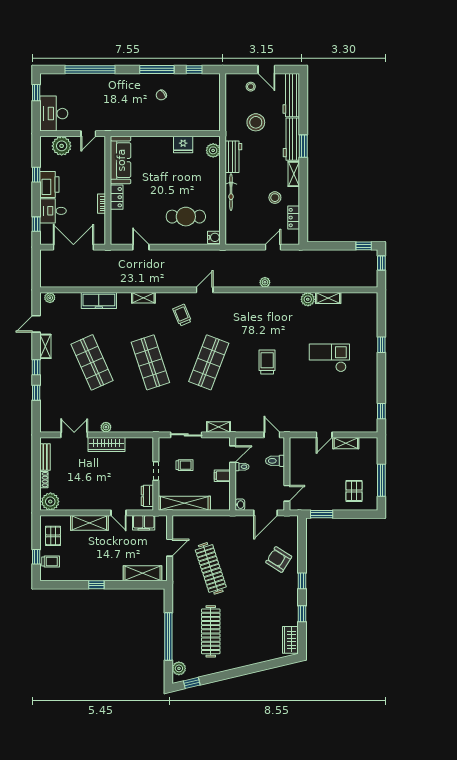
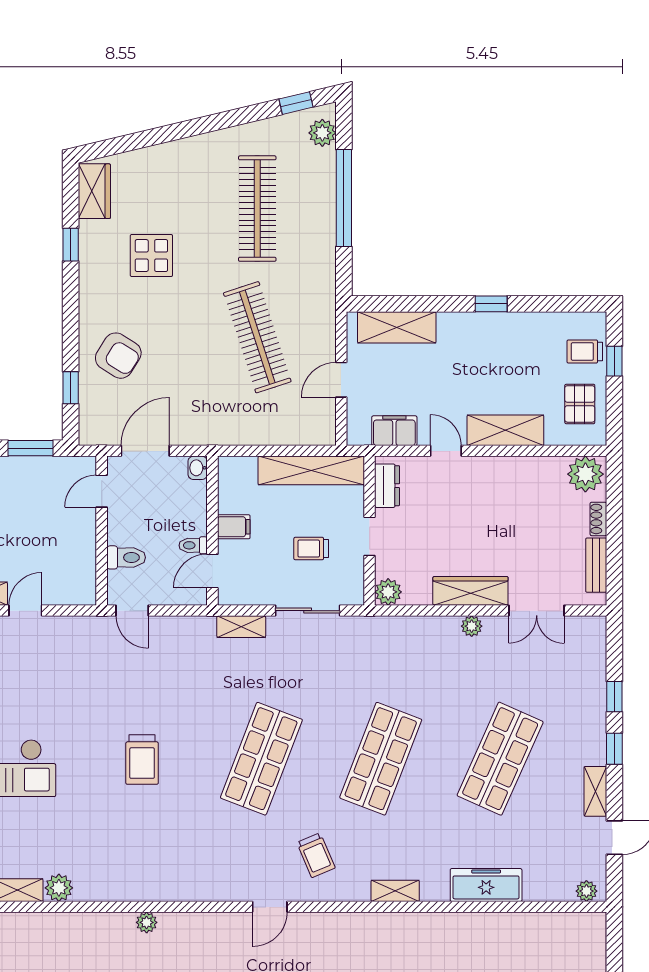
shop shelf: (92, 362) -> (500, 759), turned 48
shop shelf: (150, 362) -> (381, 759), turned 39
plant: (147, 444) -> (388, 592), added
window: (302, 581) -> (71, 388), moved
display table: (263, 608) -> (151, 256), added

